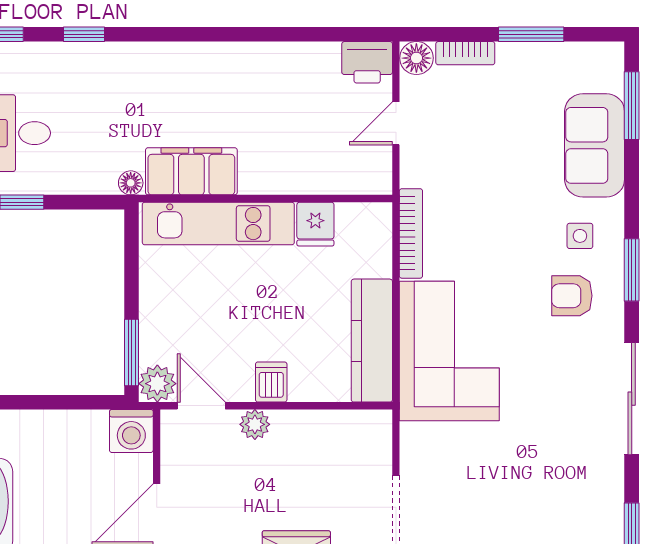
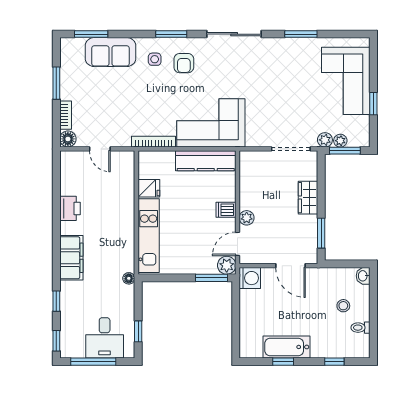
printer: (367, 62) -> (70, 208), moved
filing cabinet: (191, 171) -> (71, 258), moved, turned 180

